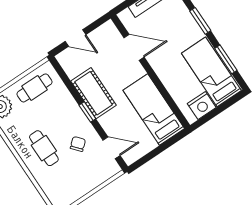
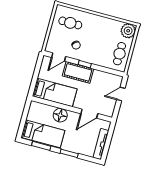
floor lamp: (171, 76) -> (60, 115), added
cot: (94, 93) -> (78, 72), moved
nightstand: (202, 105) -> (34, 114), removed
cafe table: (44, 148) -> (70, 23), moved

